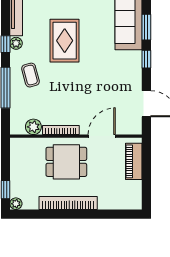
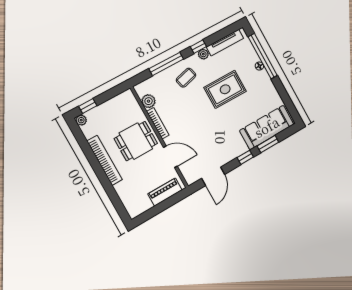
dining table: (66, 162) -> (136, 141), turned 90

